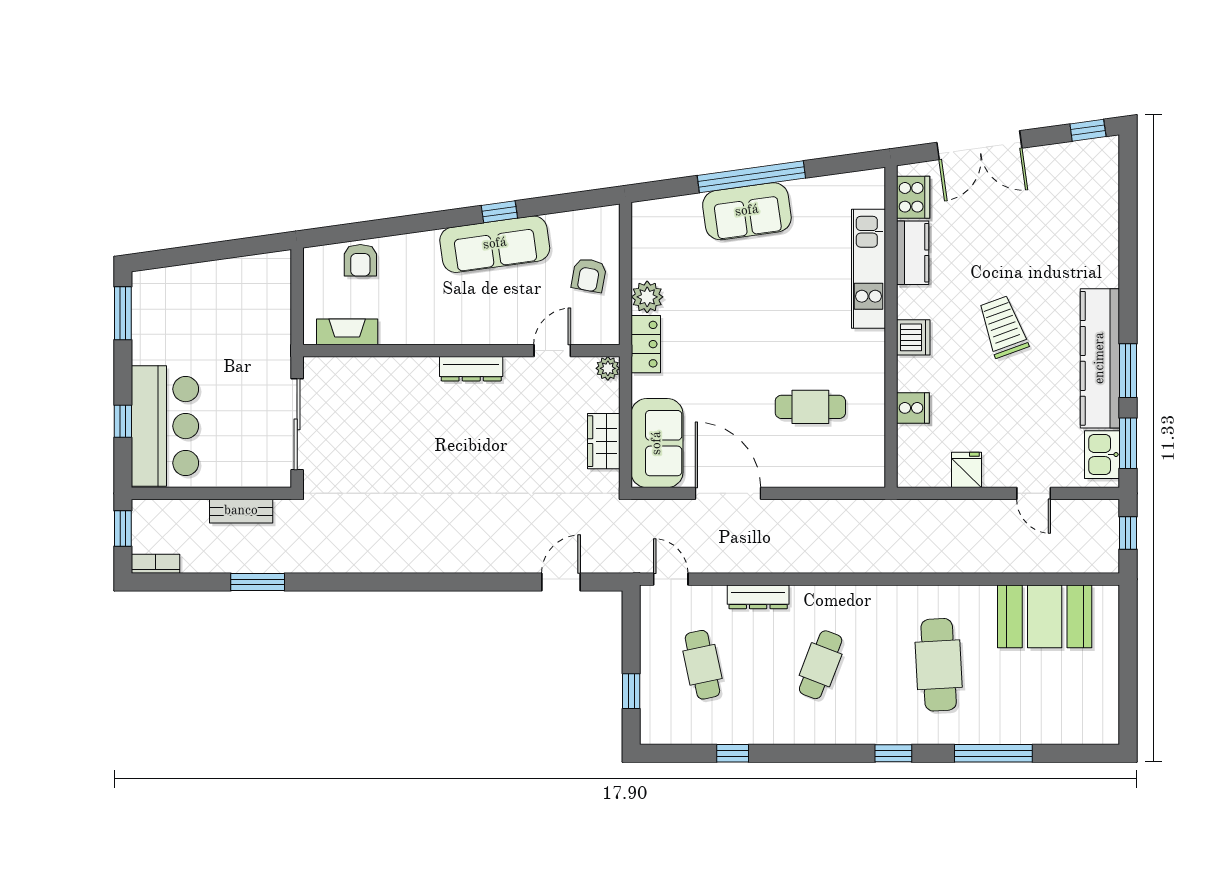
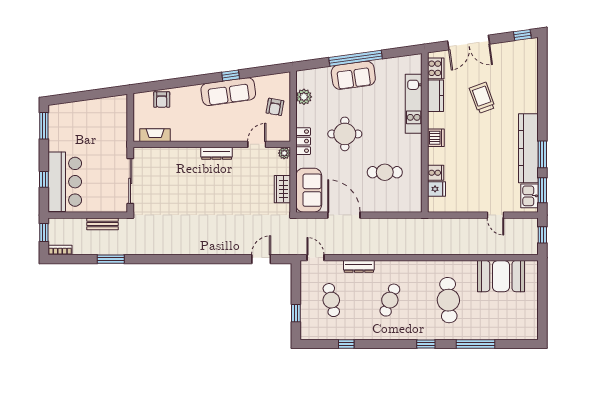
plant: (647, 297) -> (304, 97), moved
trolley: (1003, 327) -> (482, 98), moved
round table: (730, 330) -> (345, 134), added
fridge: (967, 470) -> (436, 189), moved, turned 90

